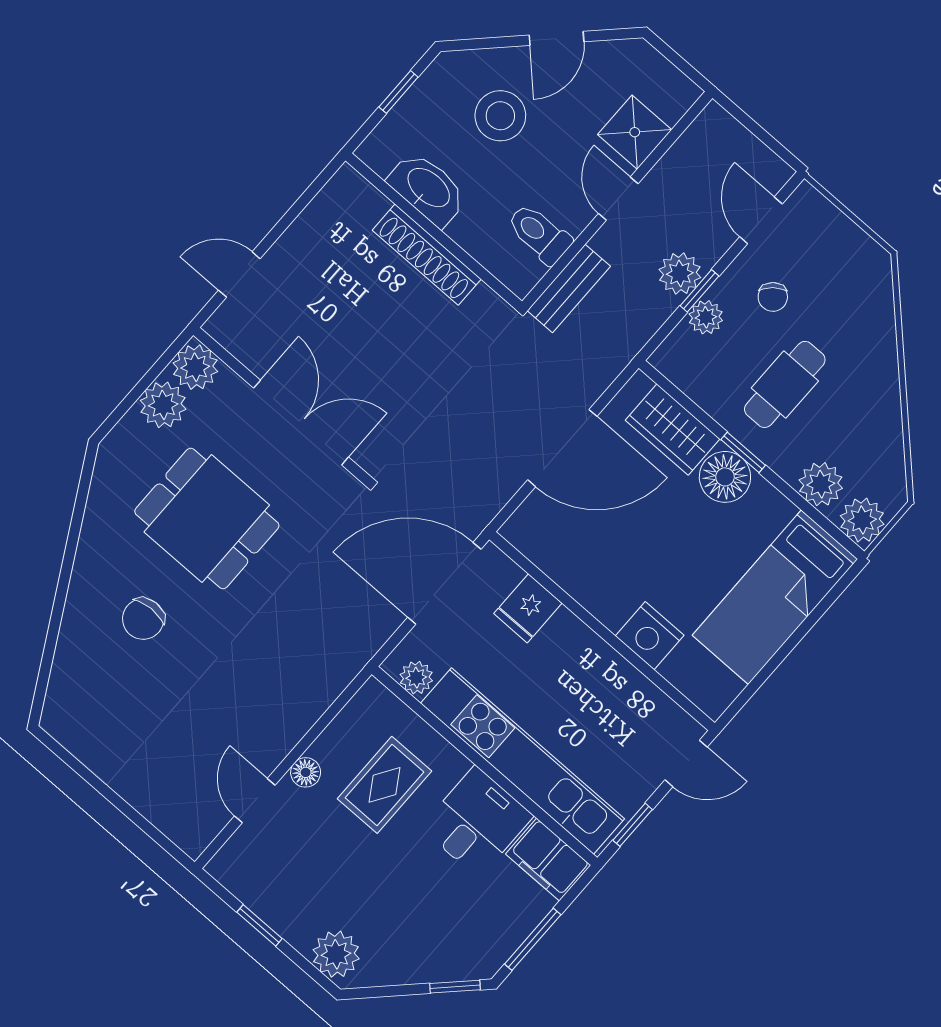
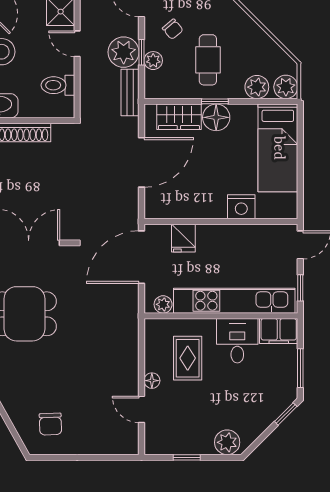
plant: (680, 273) -> (124, 52), width x1.36, depth x1.36
bench: (569, 288) -> (130, 93), moved
chair: (143, 619) -> (50, 424), moved

